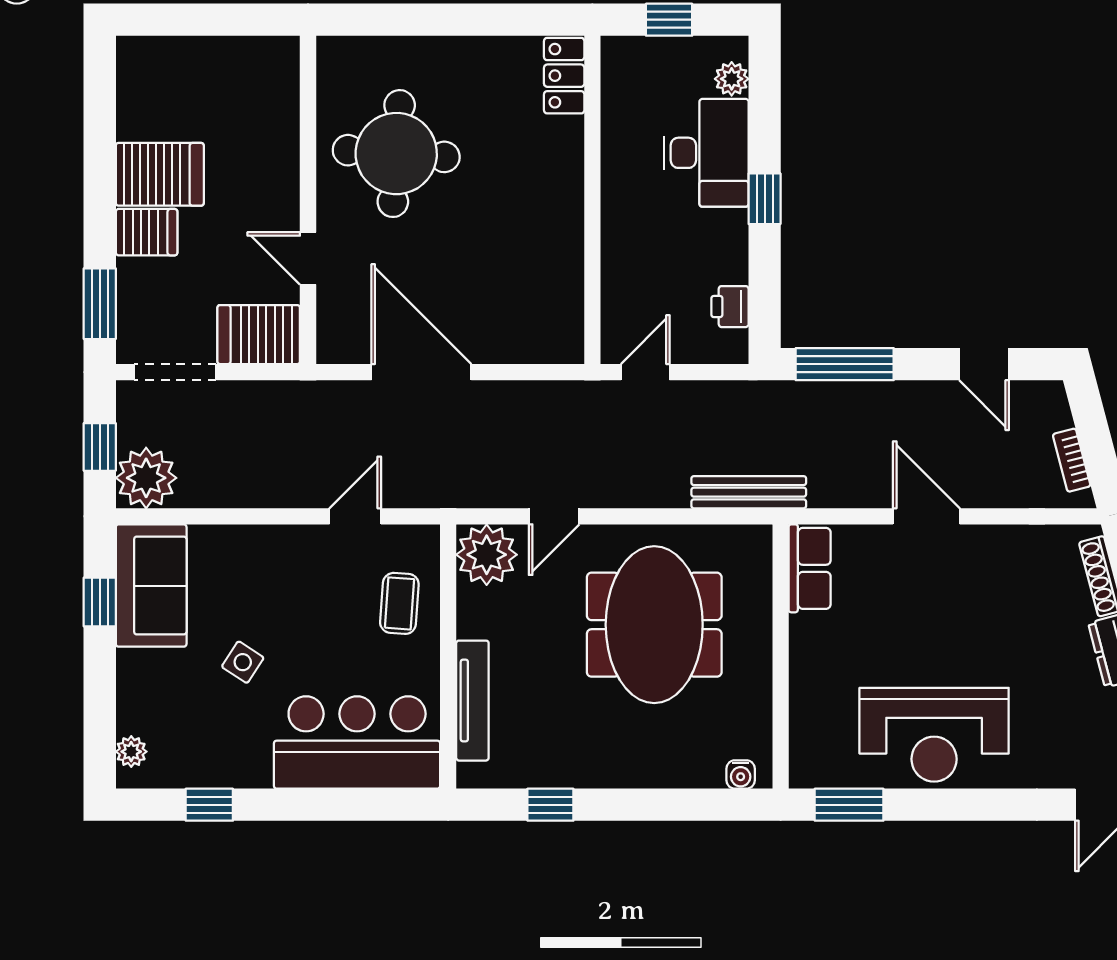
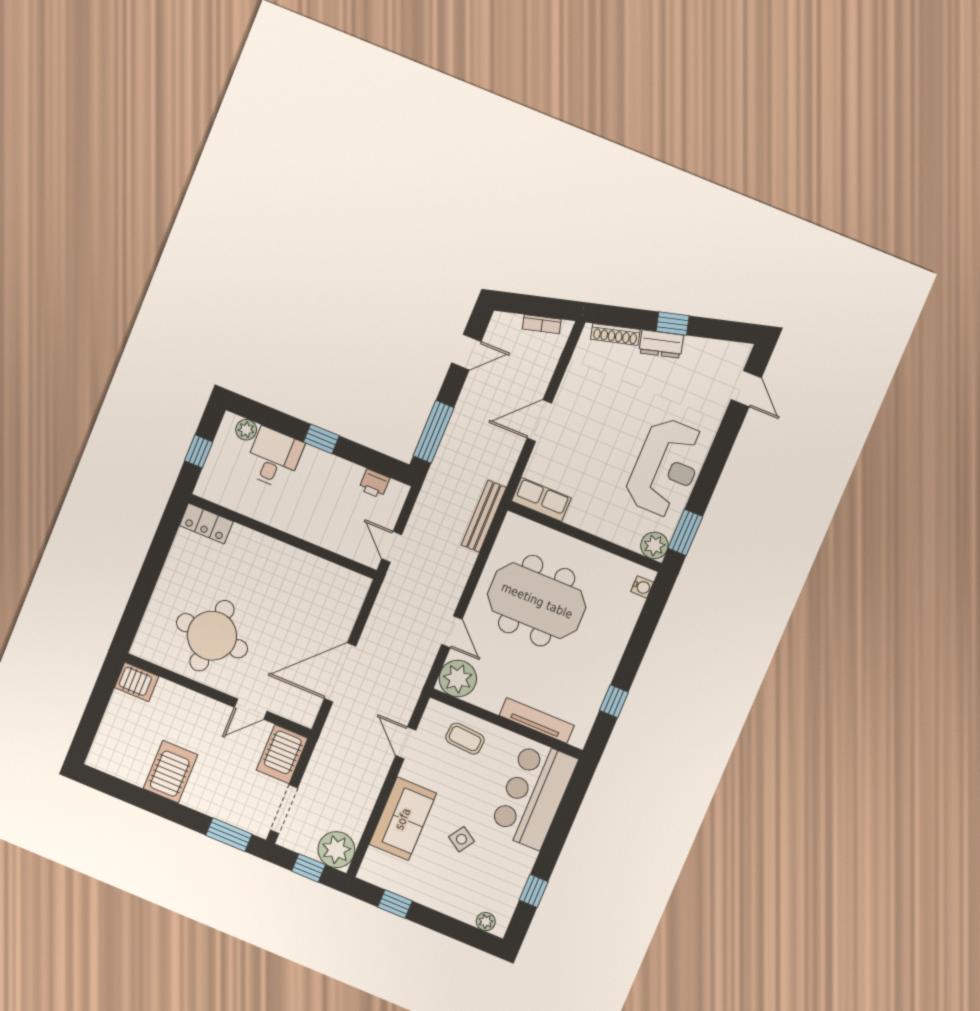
desk: (706, 153) -> (274, 458), width x0.73
server rack: (147, 232) -> (137, 682), moved, turned 90
sofa: (151, 586) -> (403, 819), moved, turned 90
plant: (811, 767) -> (654, 545), added

